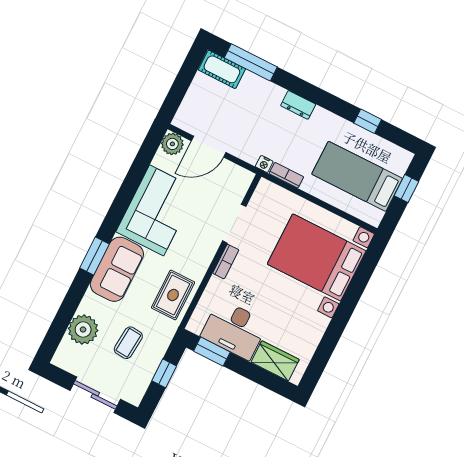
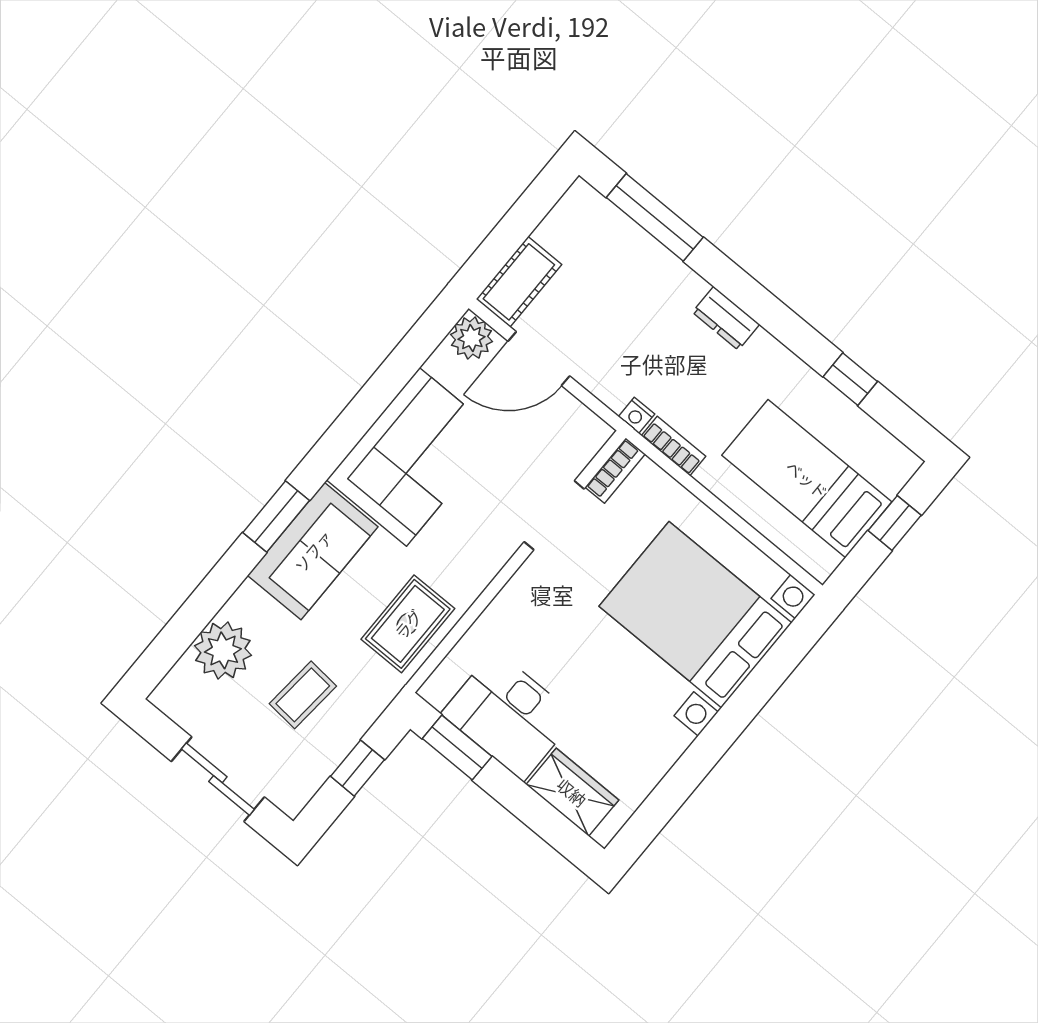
cot: (222, 69) -> (519, 282), moved, turned 90
bookcase: (226, 262) -> (615, 471), moved

